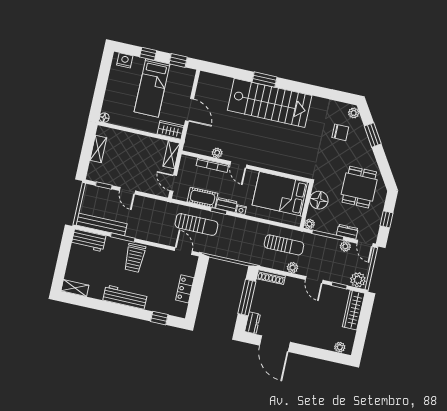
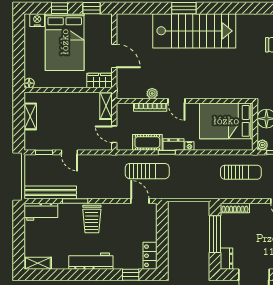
bed: (152, 88) -> (65, 42), width x1.50
plant: (293, 268) -> (255, 193), removed
locker: (185, 289) -> (150, 256), moved

